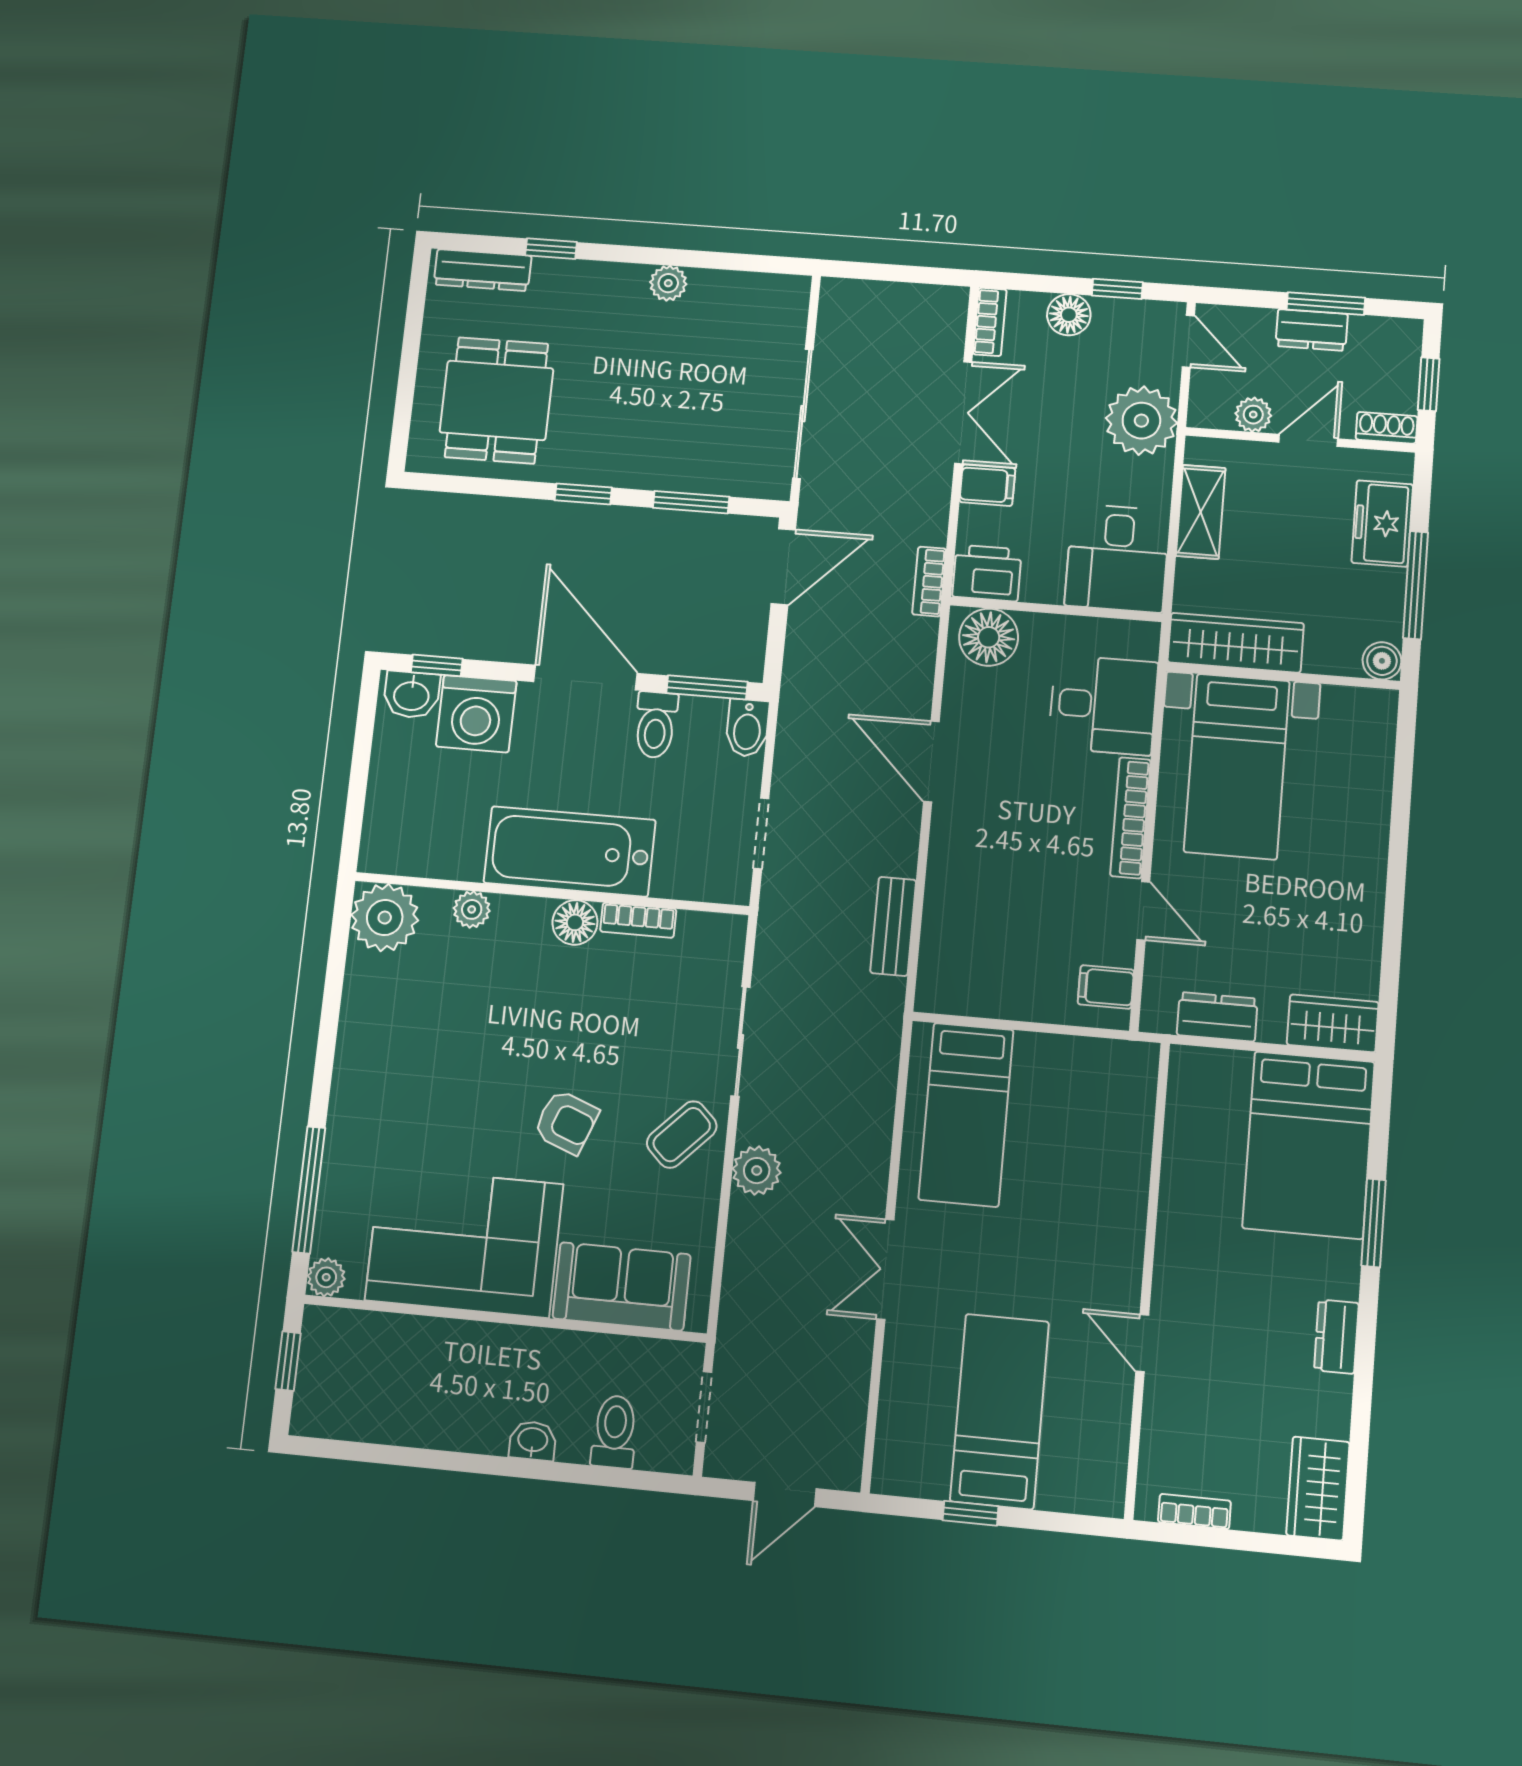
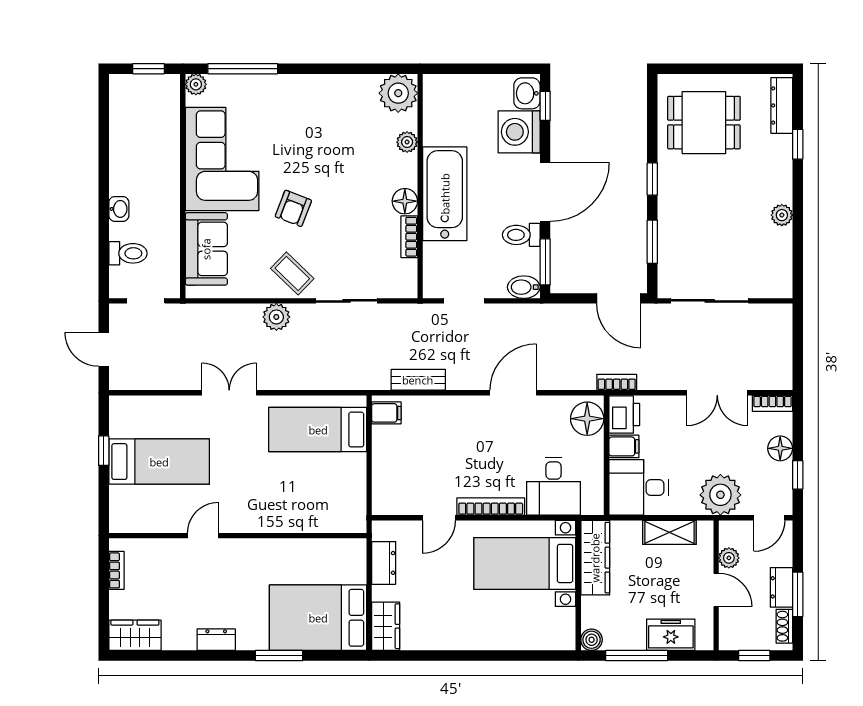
shoe rack: (1387, 428) -> (784, 626), moved, turned 180
filing cabinet: (987, 485) -> (624, 446), moved, turned -90
filing cabinet: (1106, 987) -> (386, 413), moved, turned 90

